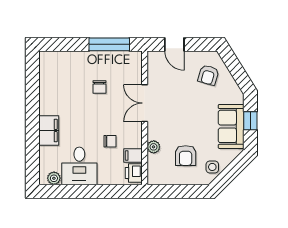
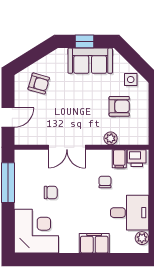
corner desk: (61, 73) -> (36, 231), added

